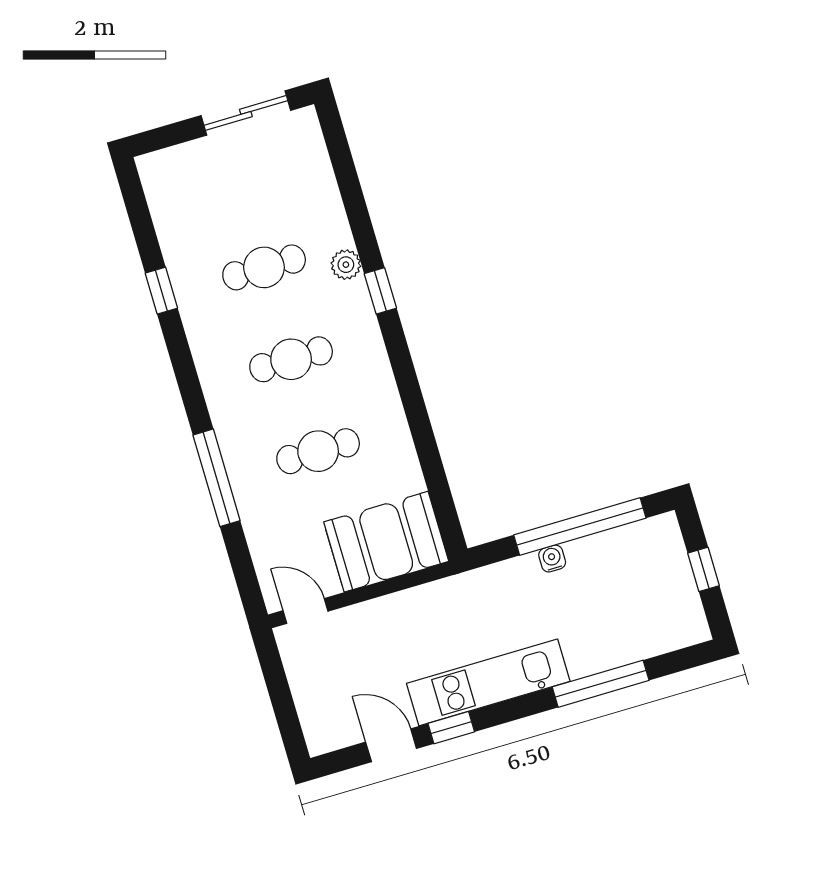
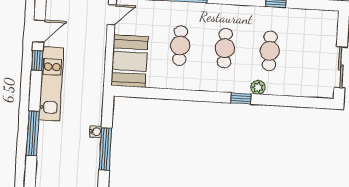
window: (580, 527) -> (105, 149), width x0.68

